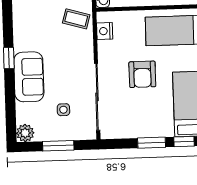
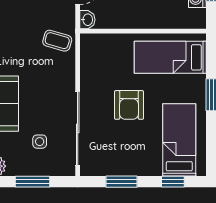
nightstand: (105, 31) -> (88, 55), removed
window: (152, 143) -> (121, 182), moved

